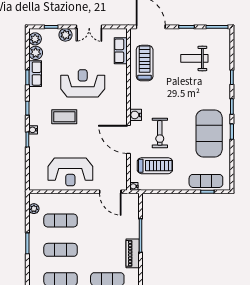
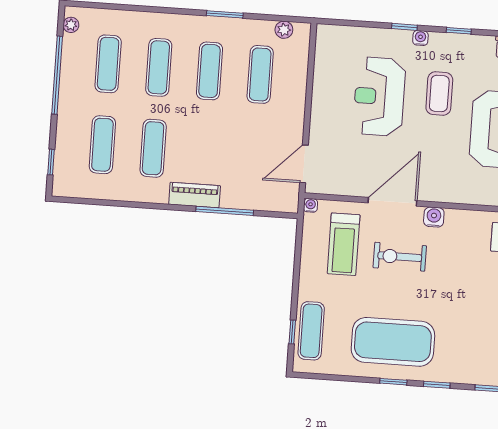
reception desk: (70, 172) -> (379, 97), moved

